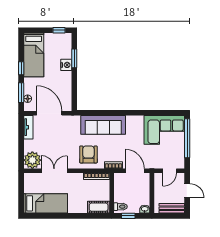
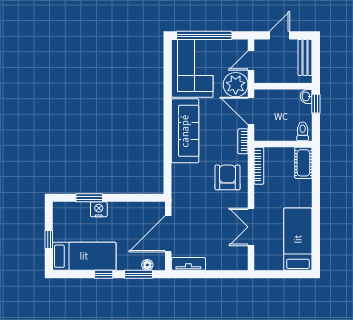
window: (59, 30) -> (49, 240), moved
sofa: (103, 125) -> (185, 131), moved
armchair: (88, 154) -> (227, 177), turned 90
plant: (32, 160) -> (236, 85), moved
door: (135, 171) -> (251, 111), hinge flipped
door: (170, 171) -> (251, 61), swing flipped
window: (128, 216) -> (316, 104), moved

